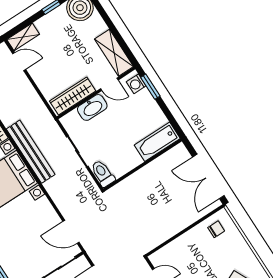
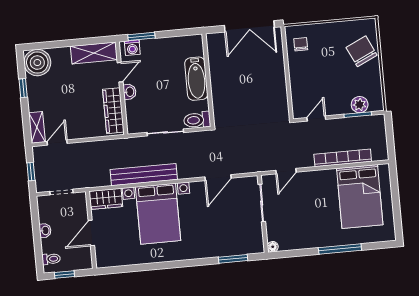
washbasin: (92, 107) -> (130, 92), width x0.52, depth x0.69
bathtub: (157, 142) -> (196, 79), moved
door: (71, 232) -> (218, 178), moved

